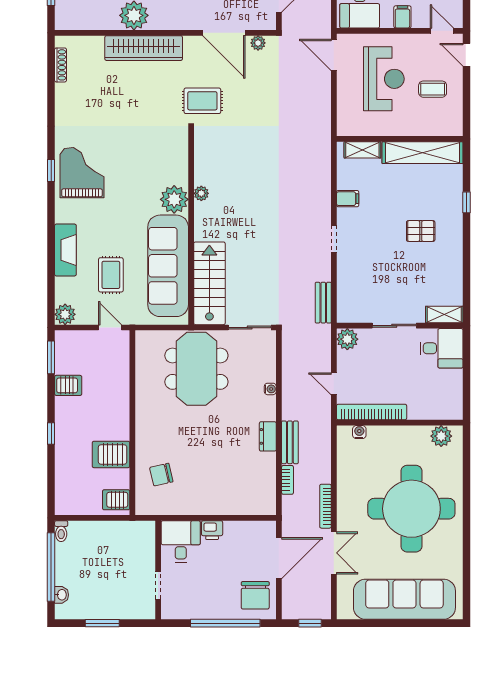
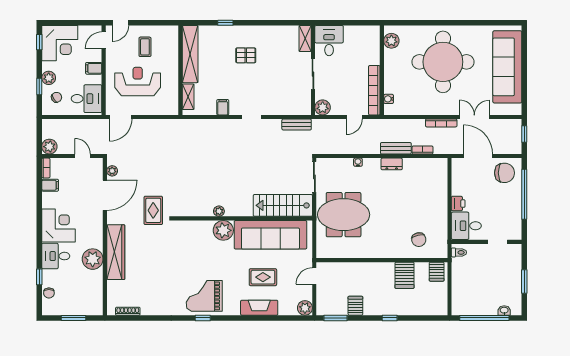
pallet: (421, 231) -> (246, 55), turned 90
rug: (111, 275) -> (263, 277), moved
toilet: (61, 531) -> (459, 252), moved

